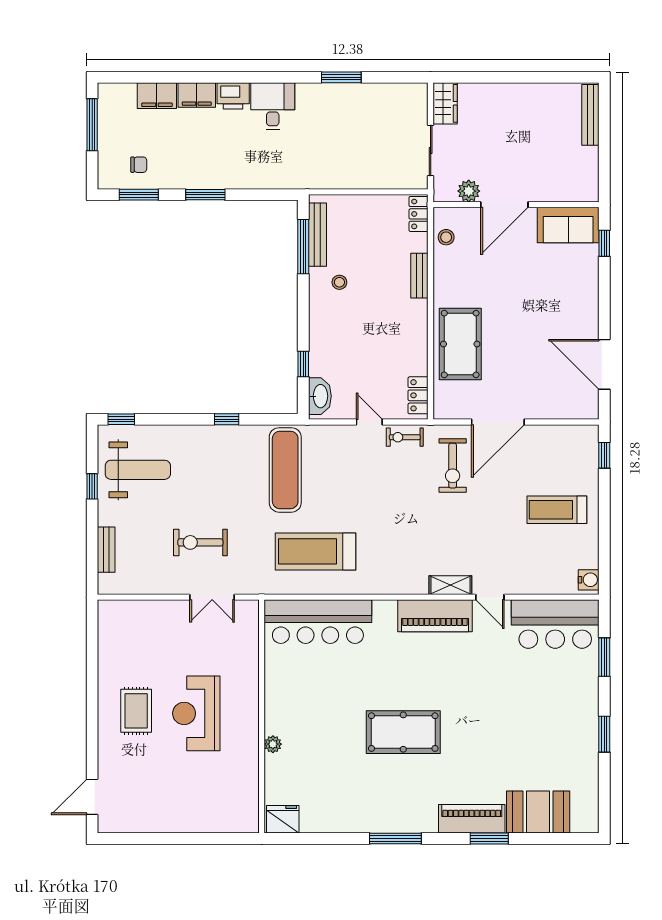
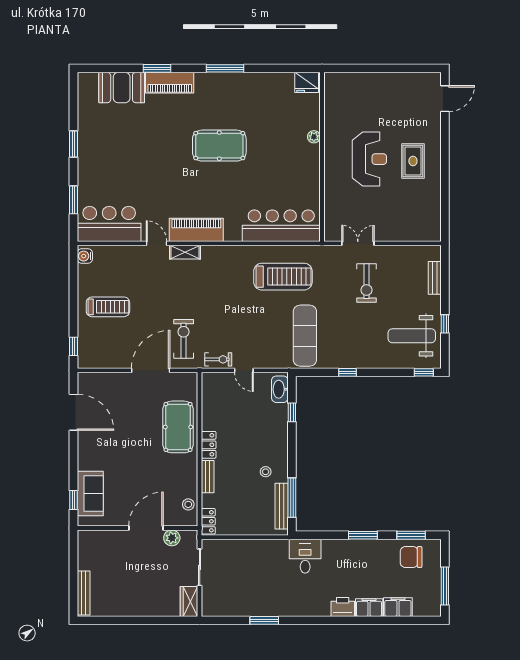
desk: (273, 106) -> (305, 556), moved, turned 180
chair: (139, 165) -> (411, 557), width x1.87, depth x1.87
sofa: (568, 225) -> (90, 493), moved, turned 90
locker: (418, 395) -> (209, 445), moved
exercise bike: (200, 542) -> (366, 283), turned 90

